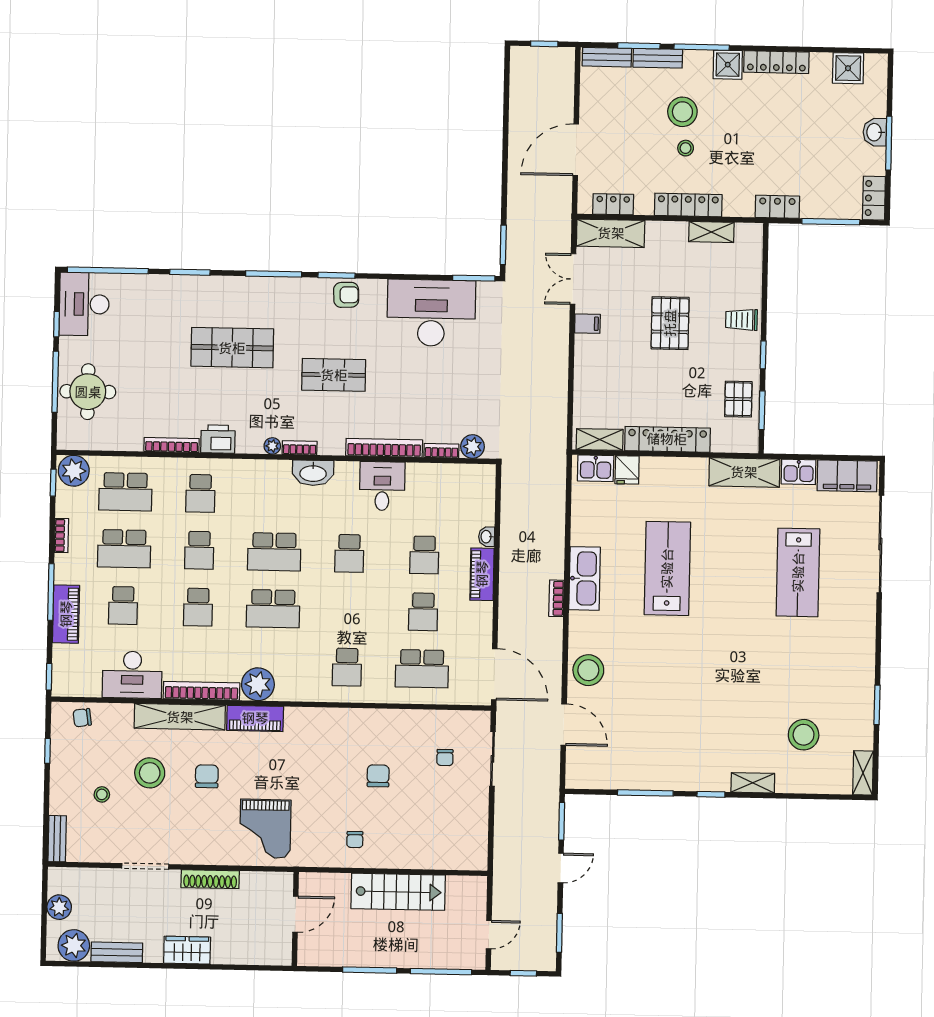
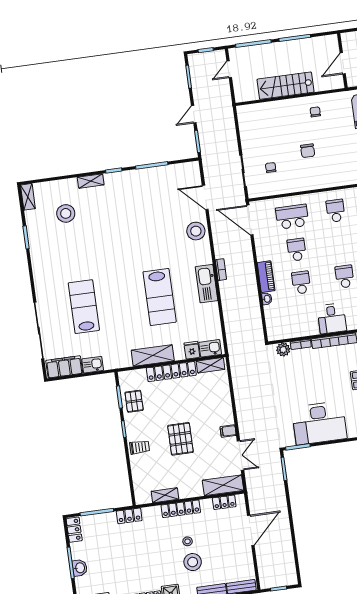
shelving: (744, 472) -> (153, 355), moved

